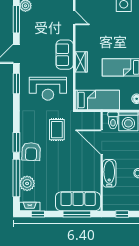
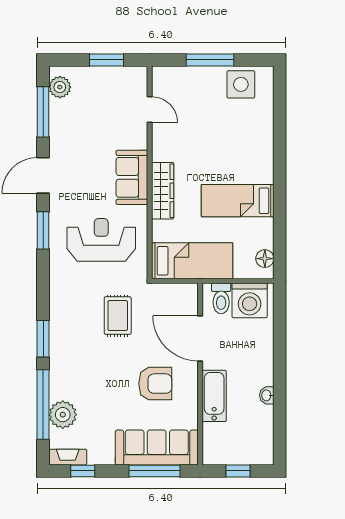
wardrobe: (81, 62) -> (163, 191), width x1.50
reception desk: (48, 89) -> (101, 240), turned 180
armchair: (31, 152) -> (155, 384), moved, turned -92

